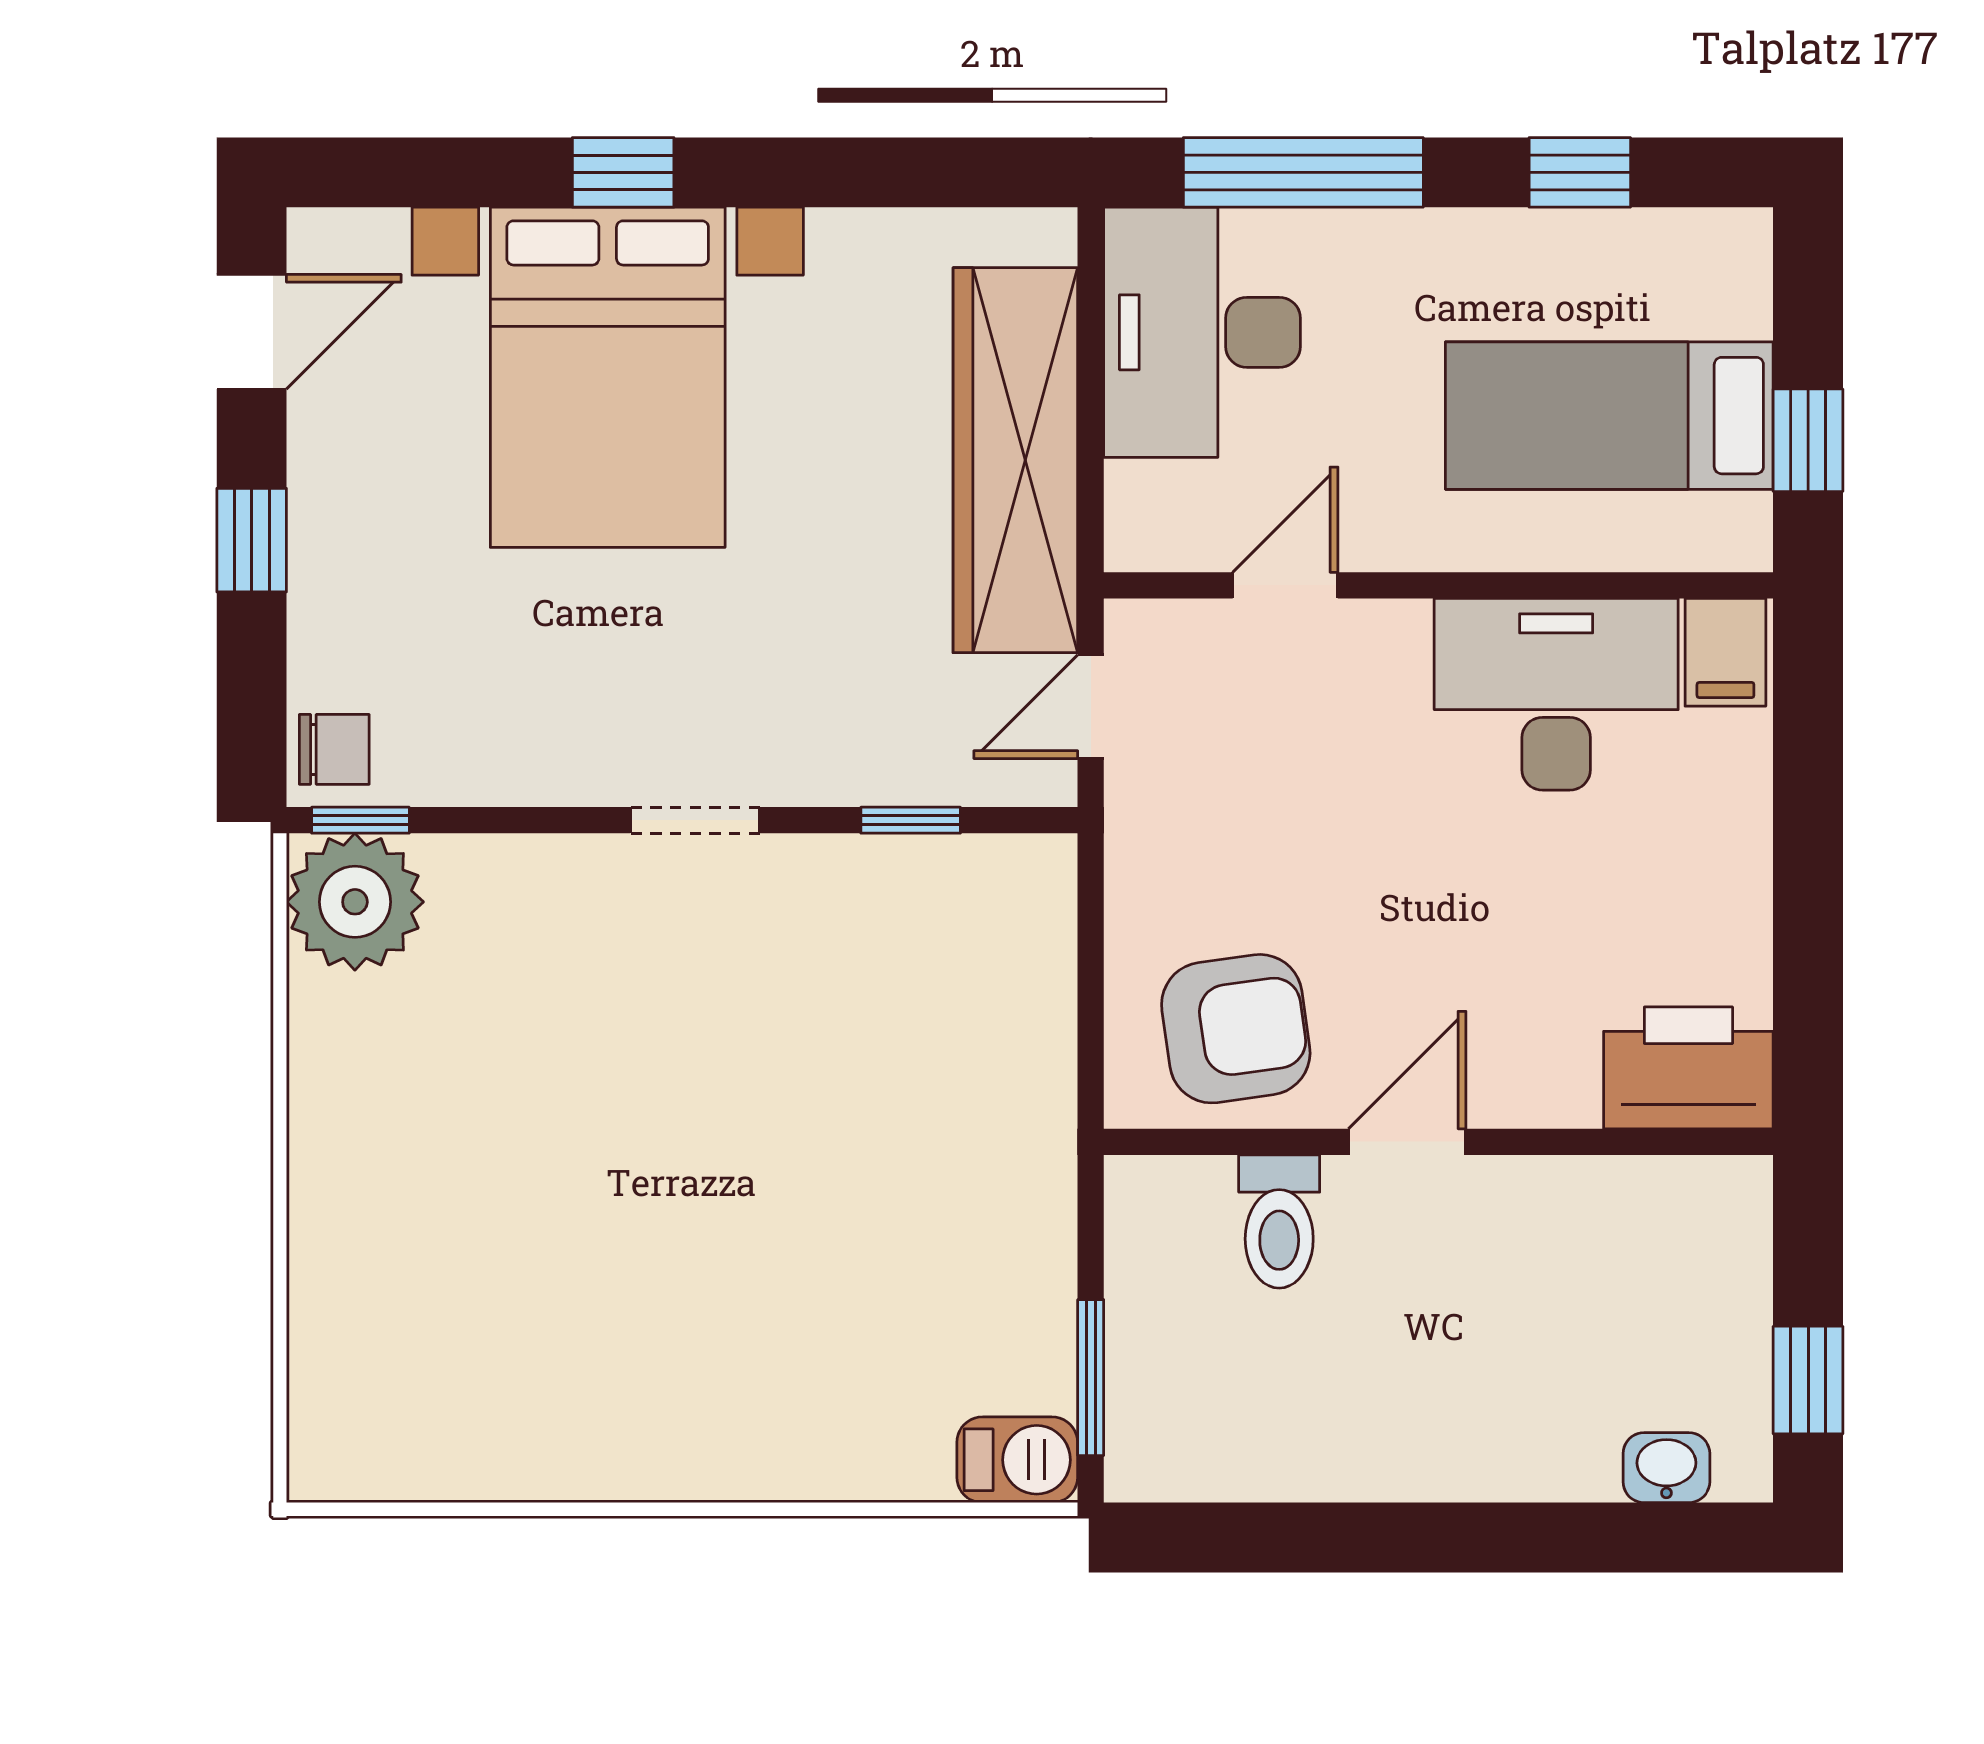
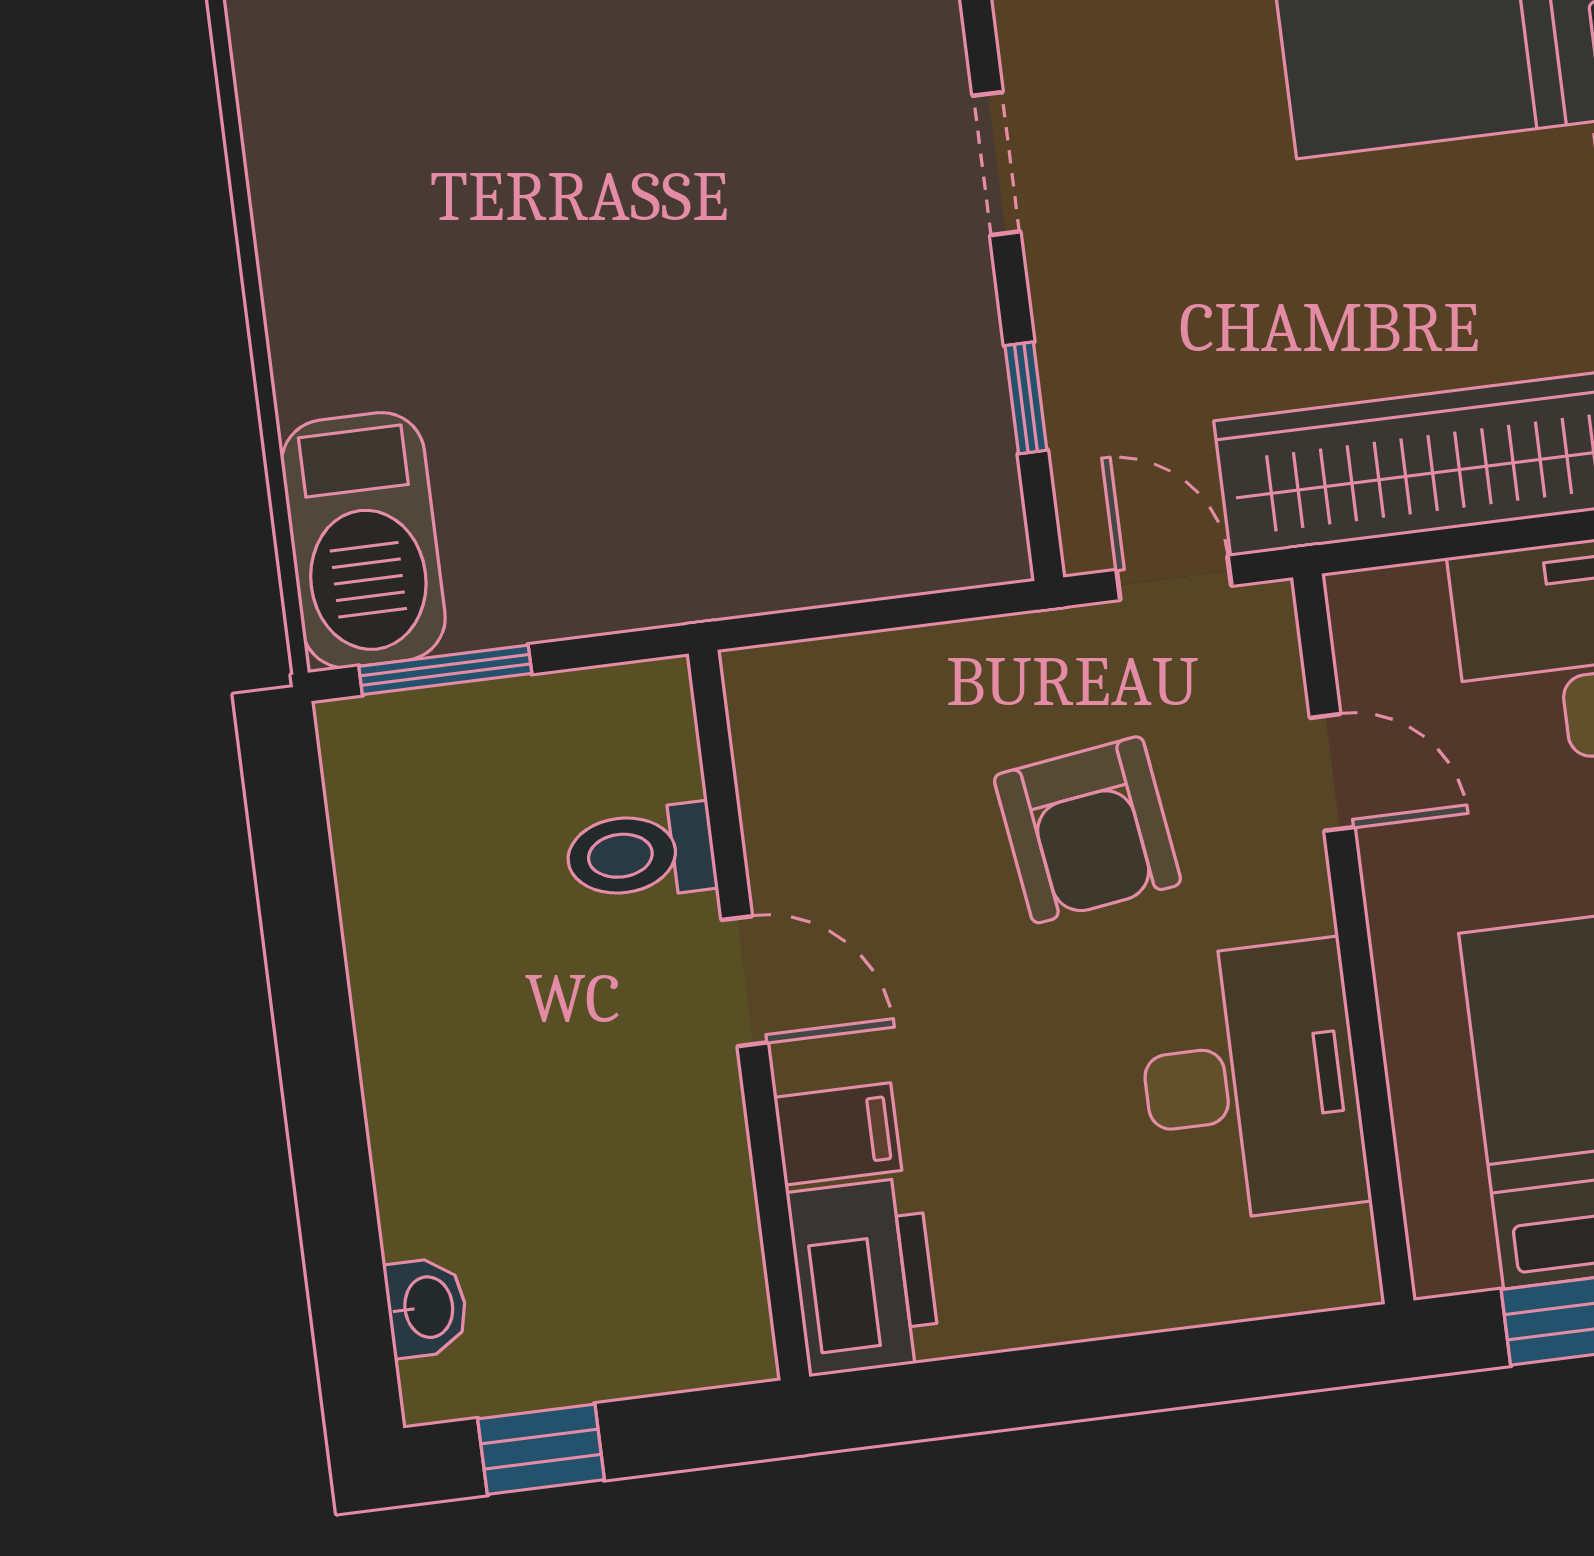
filing cabinet: (1725, 652) -> (838, 1134), moved, turned 180
armchair: (1236, 1029) -> (1087, 830), moved
barbecue: (1017, 1460) -> (363, 540), width x1.88, depth x1.53

